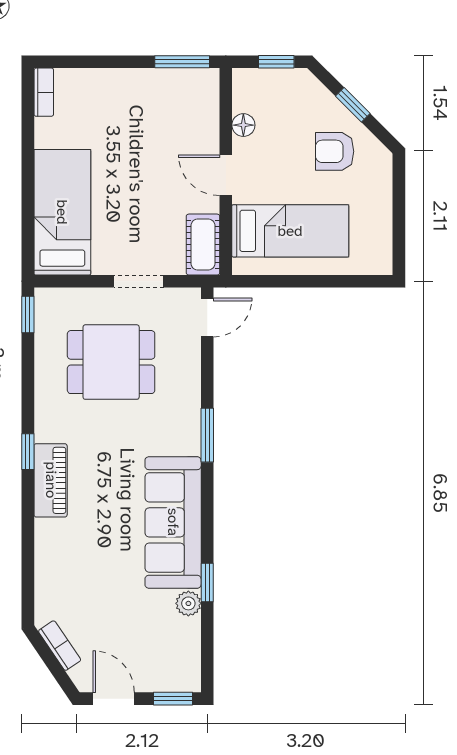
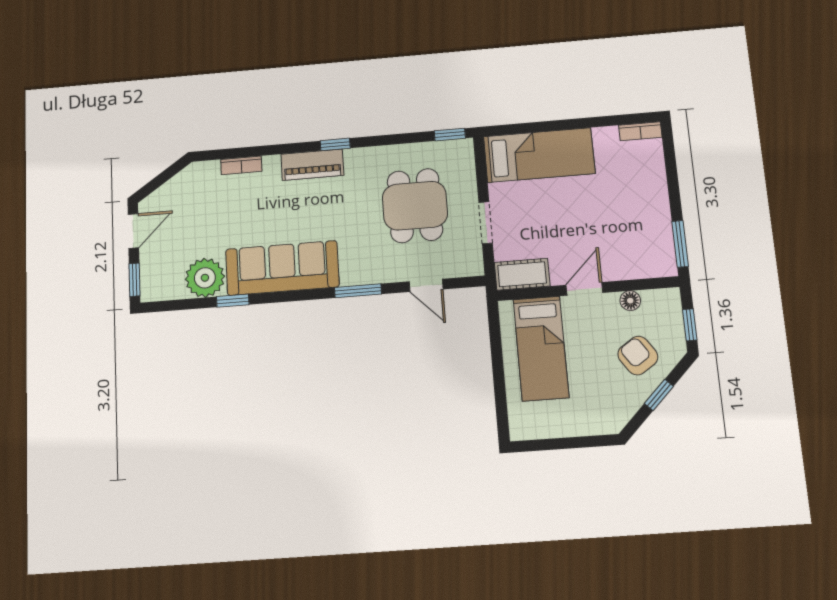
armchair: (335, 151) -> (638, 356), moved, turned -34
door: (207, 318) -> (426, 285), moved
plant: (188, 603) -> (205, 278), width x1.87, depth x1.87
bookcase: (60, 646) -> (241, 165), moved, turned 34

